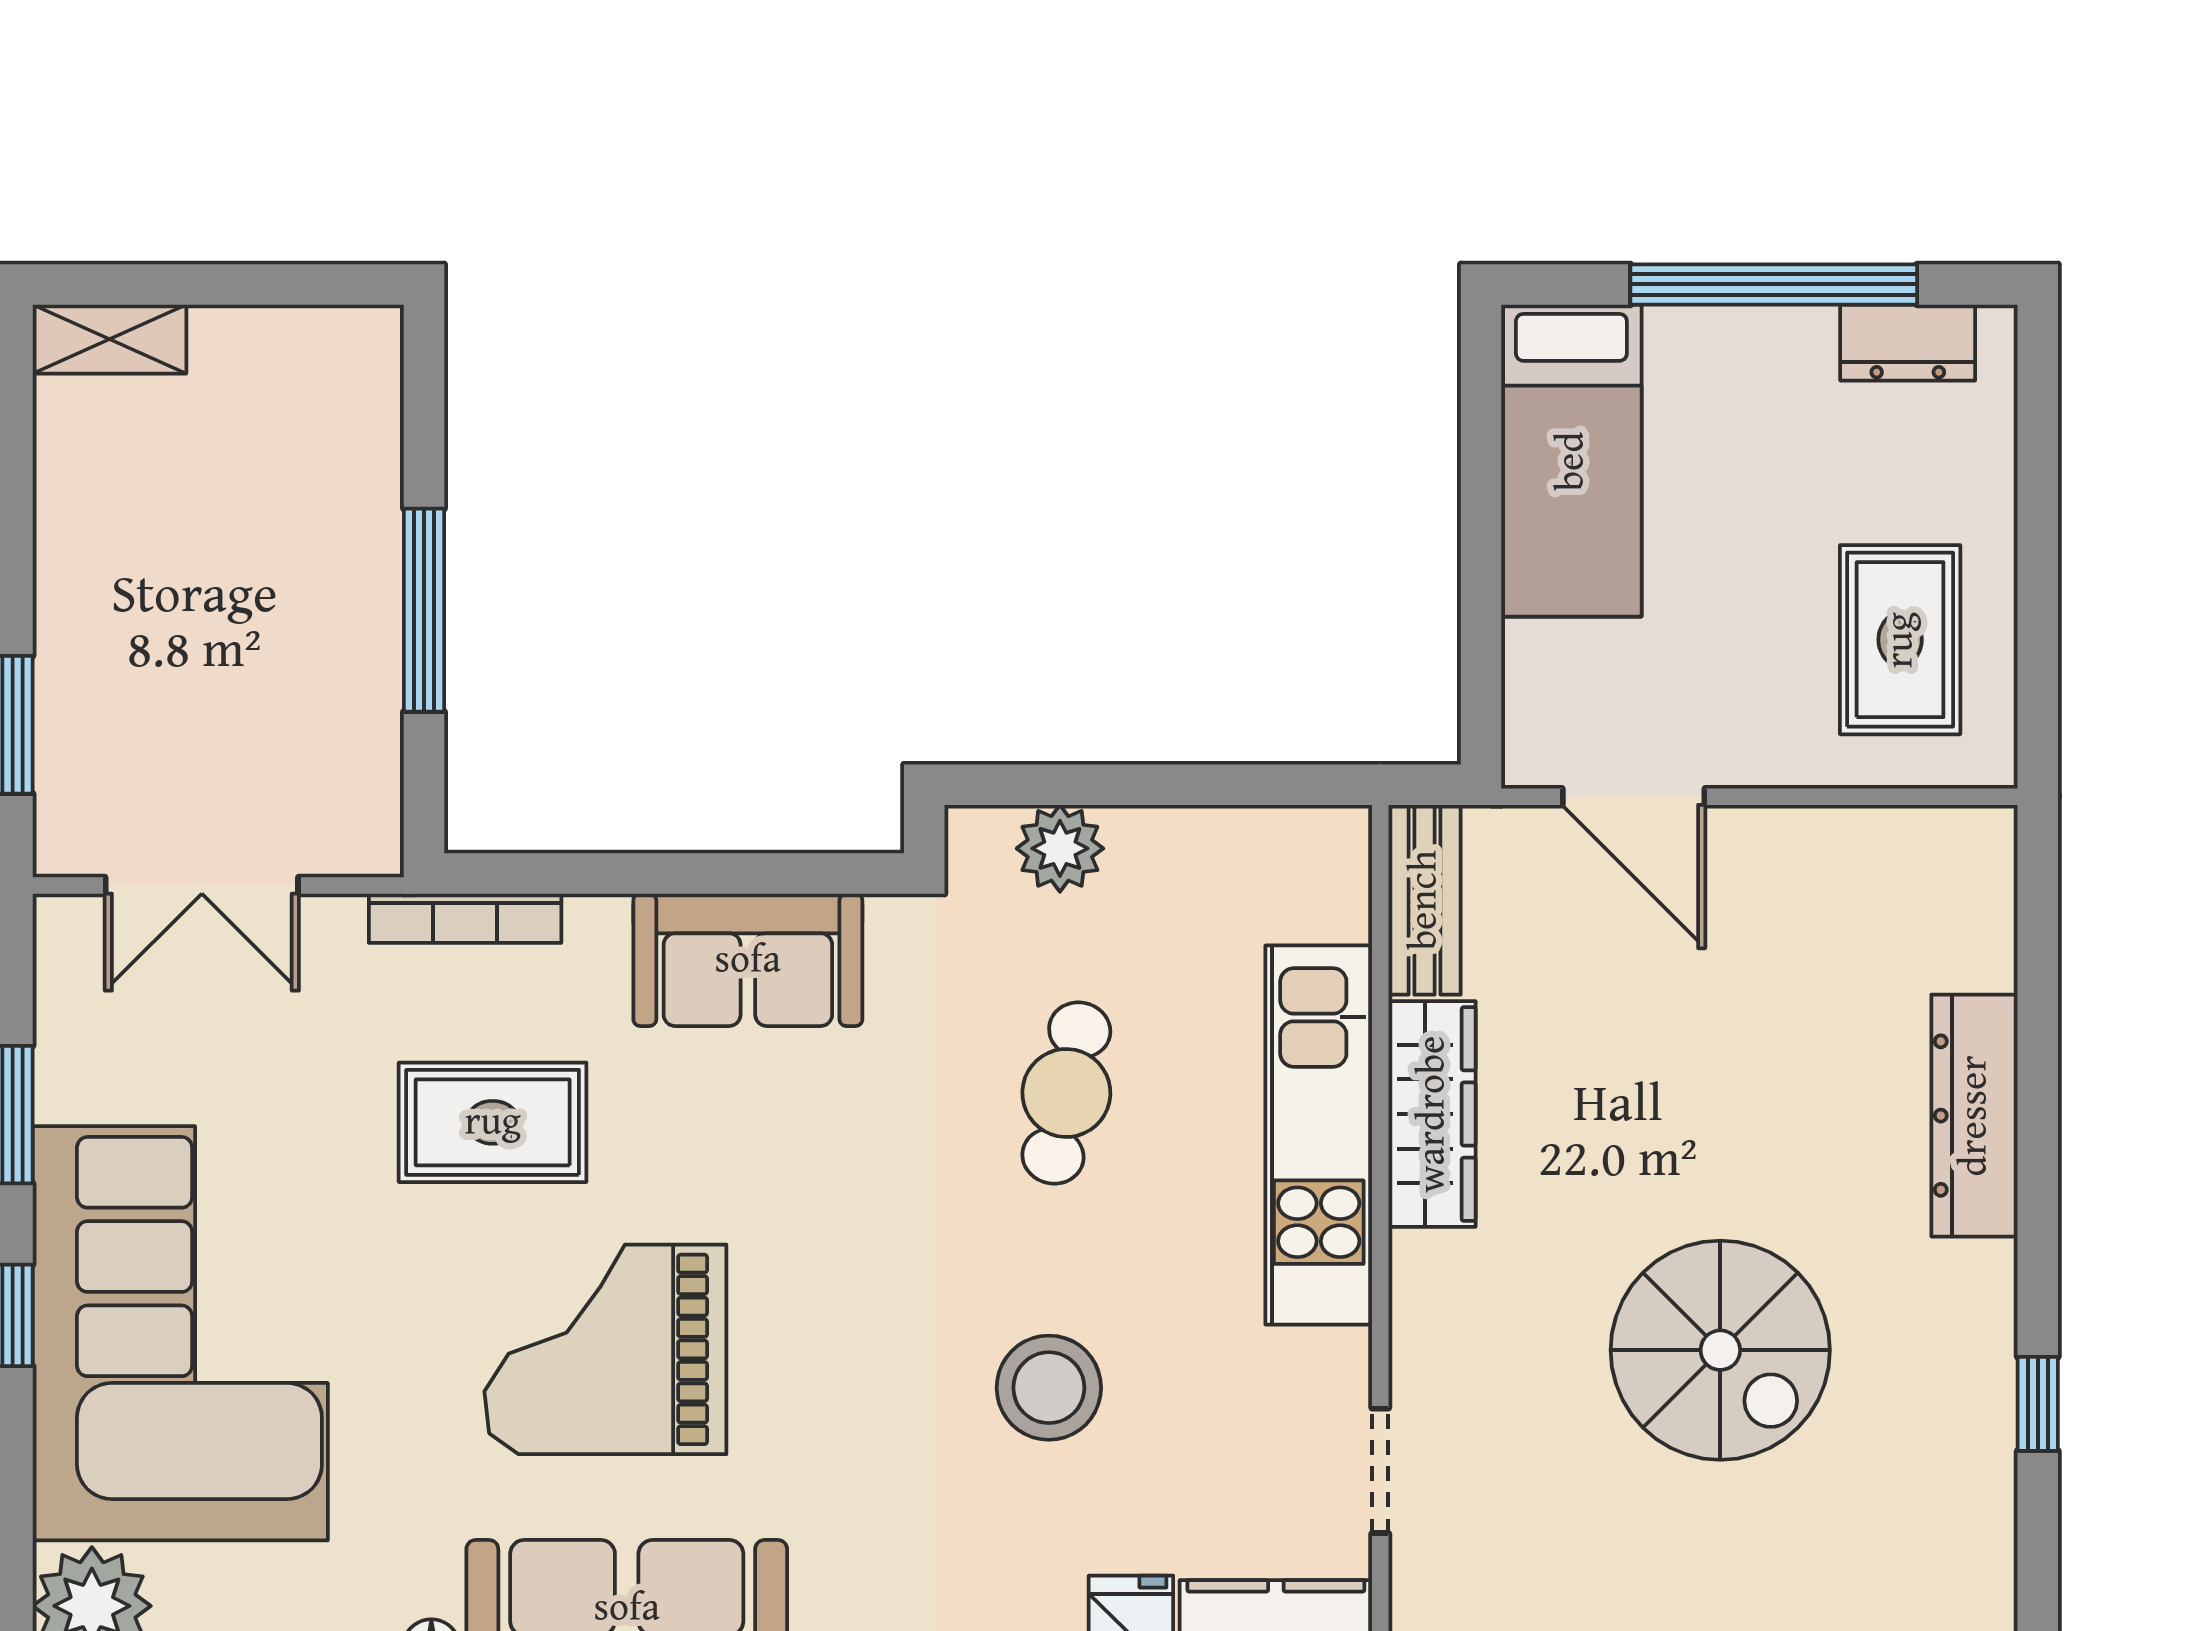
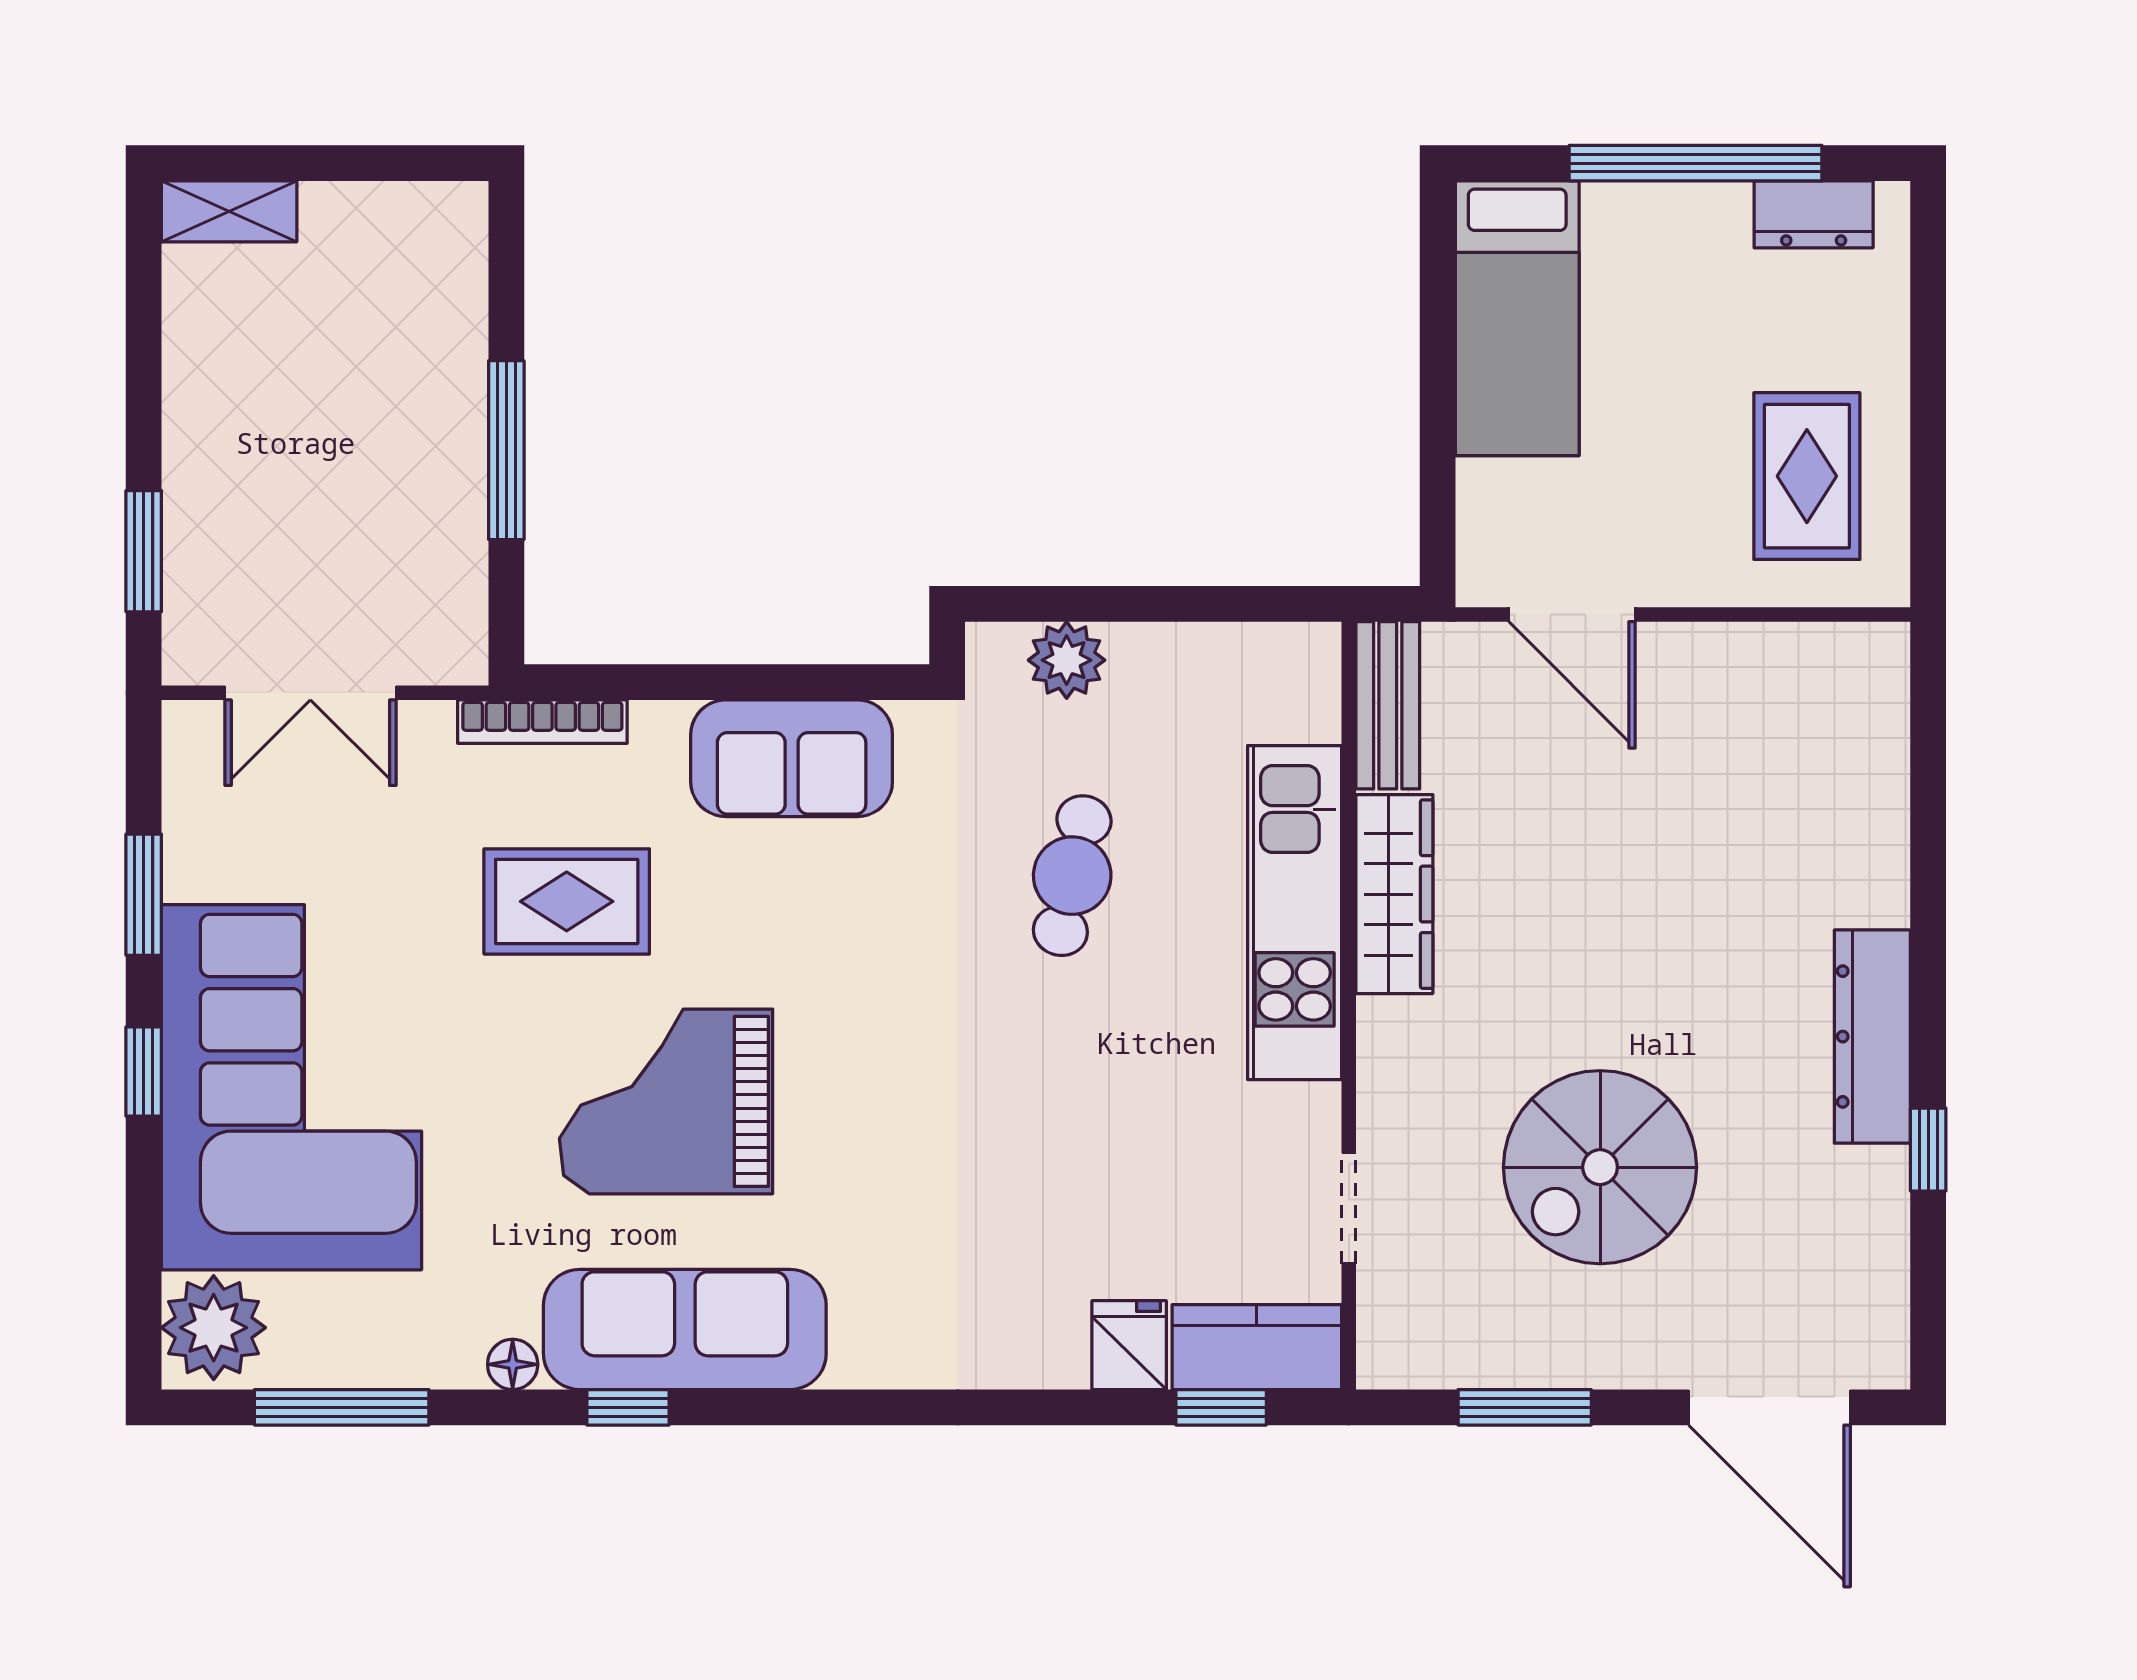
dresser: (1974, 1116) -> (1872, 1037), moved
spiral stairs: (1720, 1350) -> (1600, 1167), moved, turned 90
stool: (1049, 1388) -> (1057, 1135), removed

